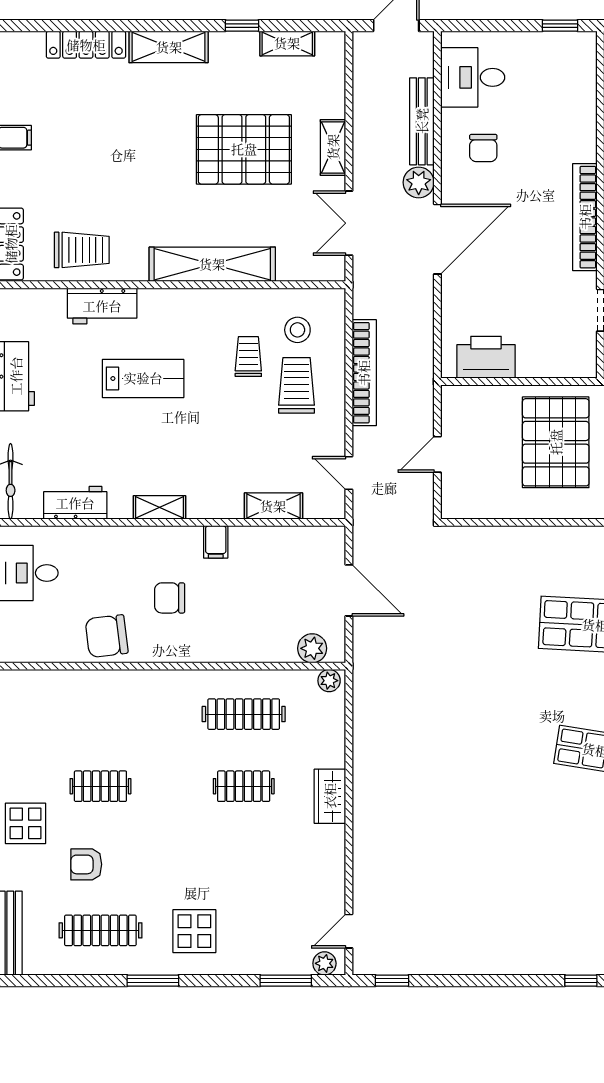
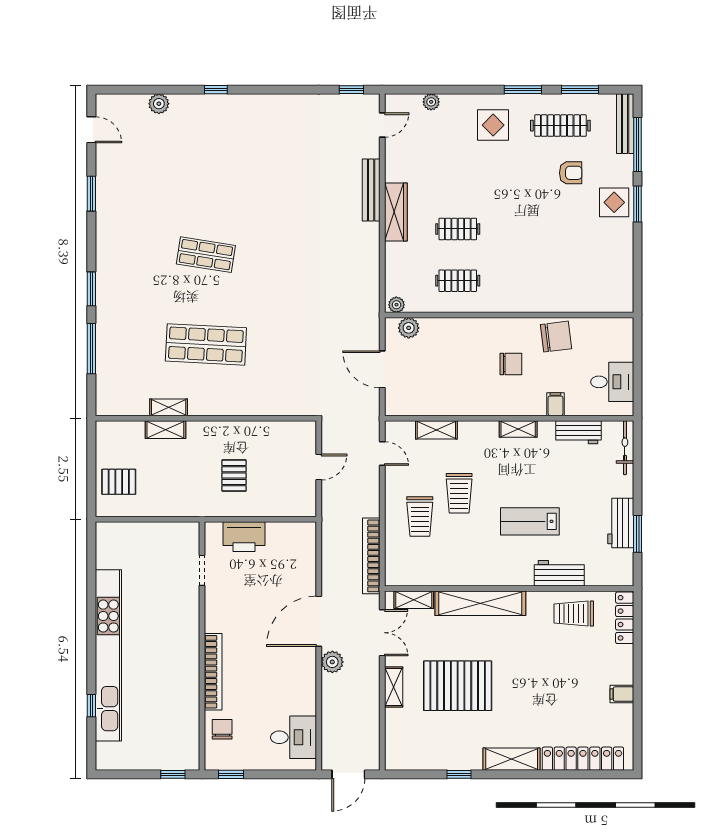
shelving: (287, 43) -> (414, 600), moved
locker: (86, 45) -> (583, 759), width x1.41, depth x1.21
bench: (422, 121) -> (371, 190), moved
chair: (483, 148) -> (222, 729), moved
bookcase: (585, 217) -> (213, 672), moved
stool: (297, 330) -> (419, 556), removed
trolley: (248, 357) -> (459, 493), moved, width x1.36, depth x1.39
printer: (486, 357) -> (244, 537), moved
bookcase: (364, 373) -> (371, 556), moved
pallet: (556, 442) -> (234, 476), width x0.49, depth x0.50
filing cabinet: (216, 542) -> (555, 404), moved
clothes rail: (244, 714) -> (458, 281), width x0.73
clothes rail: (100, 786) -> (560, 229), removed
wardrobe: (330, 796) -> (396, 212), width x1.50
plant: (324, 963) -> (431, 102), moved
window: (286, 981) -> (580, 90), moved

